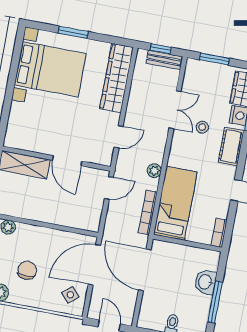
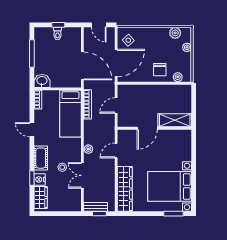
window: (73, 32) -> (173, 214), moved
window: (214, 59) -> (63, 214), removed
door: (67, 161) -> (147, 128), swing flipped
plant: (154, 171) -> (88, 149), moved
door: (109, 188) -> (116, 106), moved
chair: (27, 270) -> (160, 70), moved
washbasin: (205, 282) -> (42, 81), moved, turned -90

